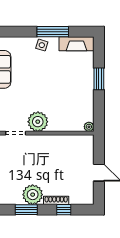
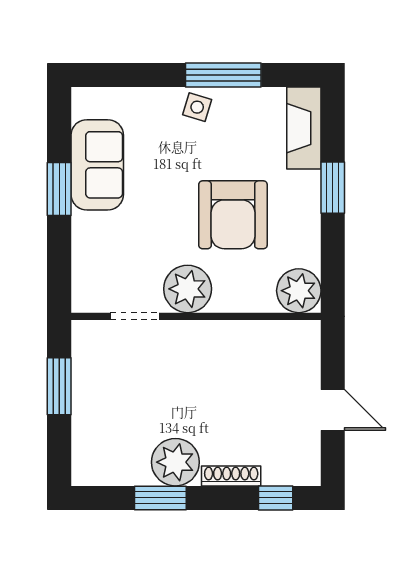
fireplace: (77, 44) -> (304, 128), moved, turned 90
armchair: (57, 90) -> (233, 215), added
plant: (89, 127) -> (299, 291), width x1.88, depth x1.88
window: (64, 210) -> (276, 498), moved

